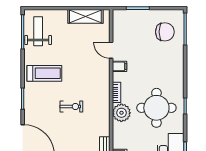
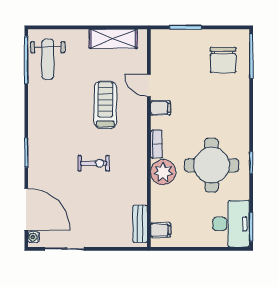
weight bench: (38, 31) -> (48, 59), turned 180
chair: (165, 32) -> (223, 60), turned 90
treadmill: (44, 73) -> (105, 105), moved, turned -90

